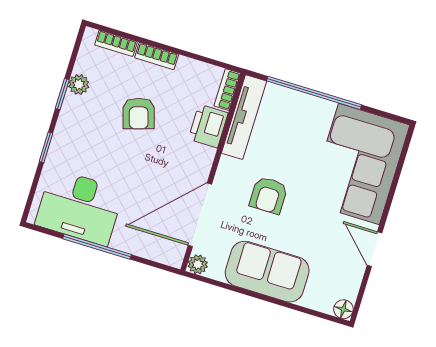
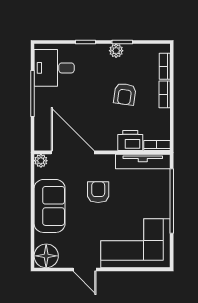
plant: (79, 84) -> (116, 51), moved
armchair: (139, 113) -> (125, 94), turned -65
armchair: (269, 195) -> (98, 192), turned 90
desk: (79, 207) -> (54, 68), width x0.73
door: (375, 249) -> (85, 270), swing flipped
floor lamp: (343, 309) -> (46, 256), width x1.89, depth x1.89

